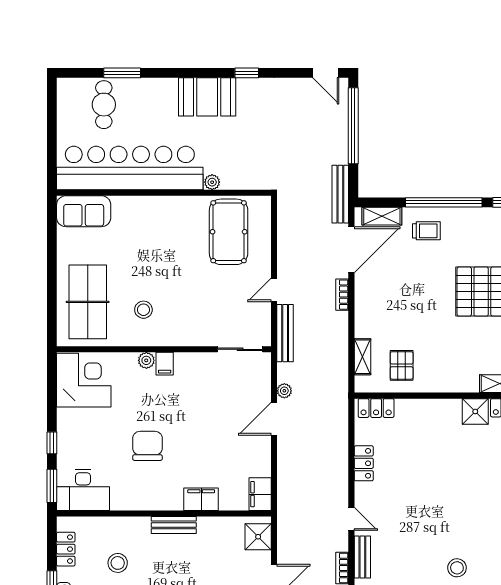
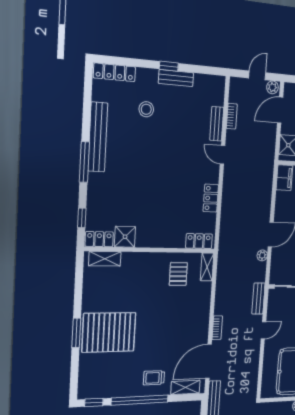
bench: (285, 333) -> (259, 298), width x0.73
shelving: (362, 357) -> (207, 267), moved

